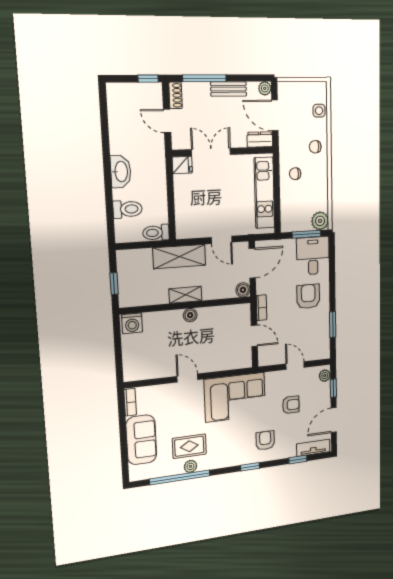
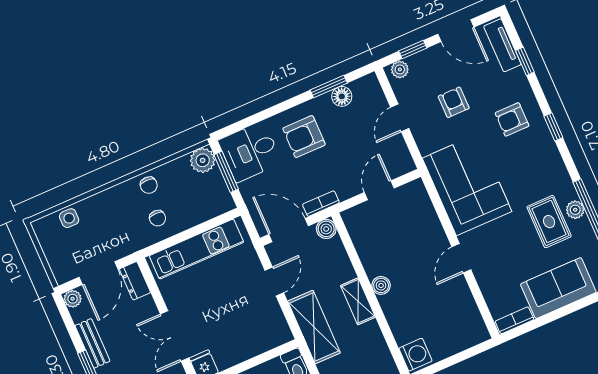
chair: (315, 147) -> (149, 185), moved
bookcase: (261, 308) -> (321, 204), moved
floor lamp: (323, 331) -> (342, 96), added

